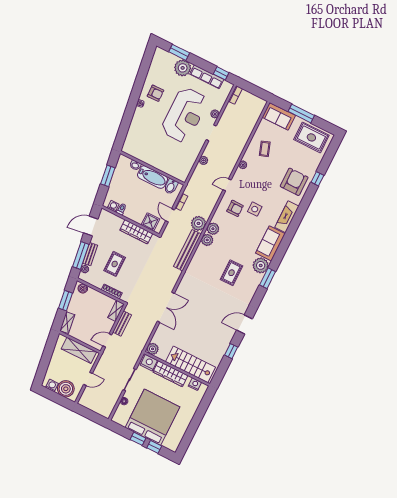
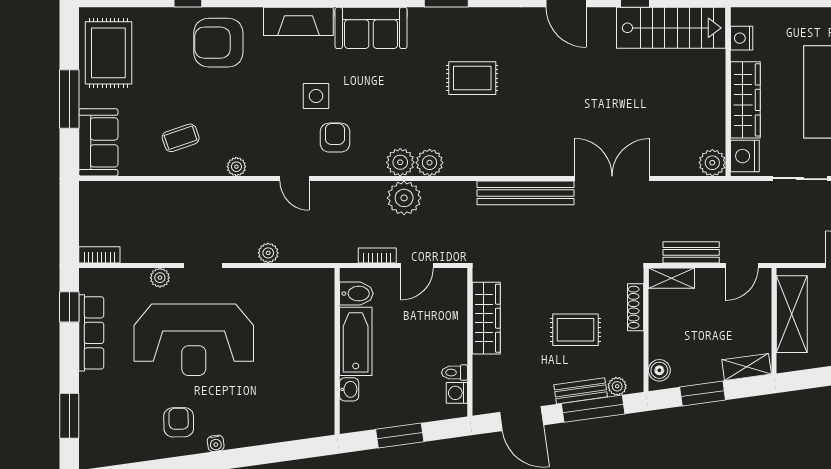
plant: (183, 68) -> (98, 392), removed
reception desk: (184, 115) -> (194, 340), turned 180
shower: (150, 222) -> (451, 299), removed
bench: (187, 250) -> (525, 193), moved
plant: (261, 265) -> (427, 25), removed
door: (107, 340) -> (742, 265), hinge flipped
stairs: (190, 364) -> (671, 28), moved, turned -90

